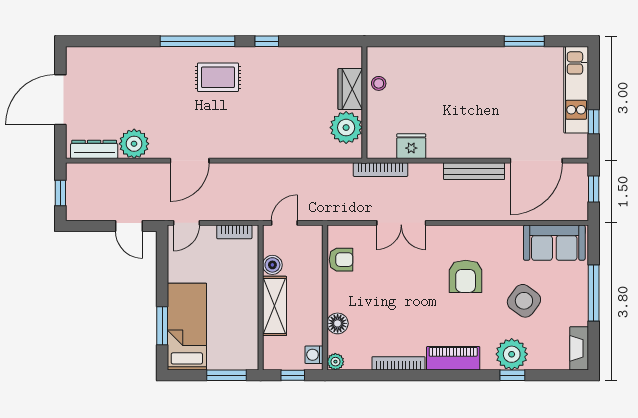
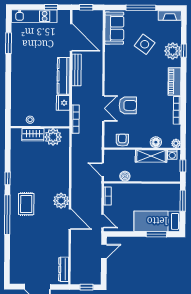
plant: (134, 144) -> (61, 201), moved
kitchen counter: (463, 147) -> (64, 76), added
armchair: (466, 276) -> (128, 105), moved
shelving: (275, 306) -> (151, 156), moved

